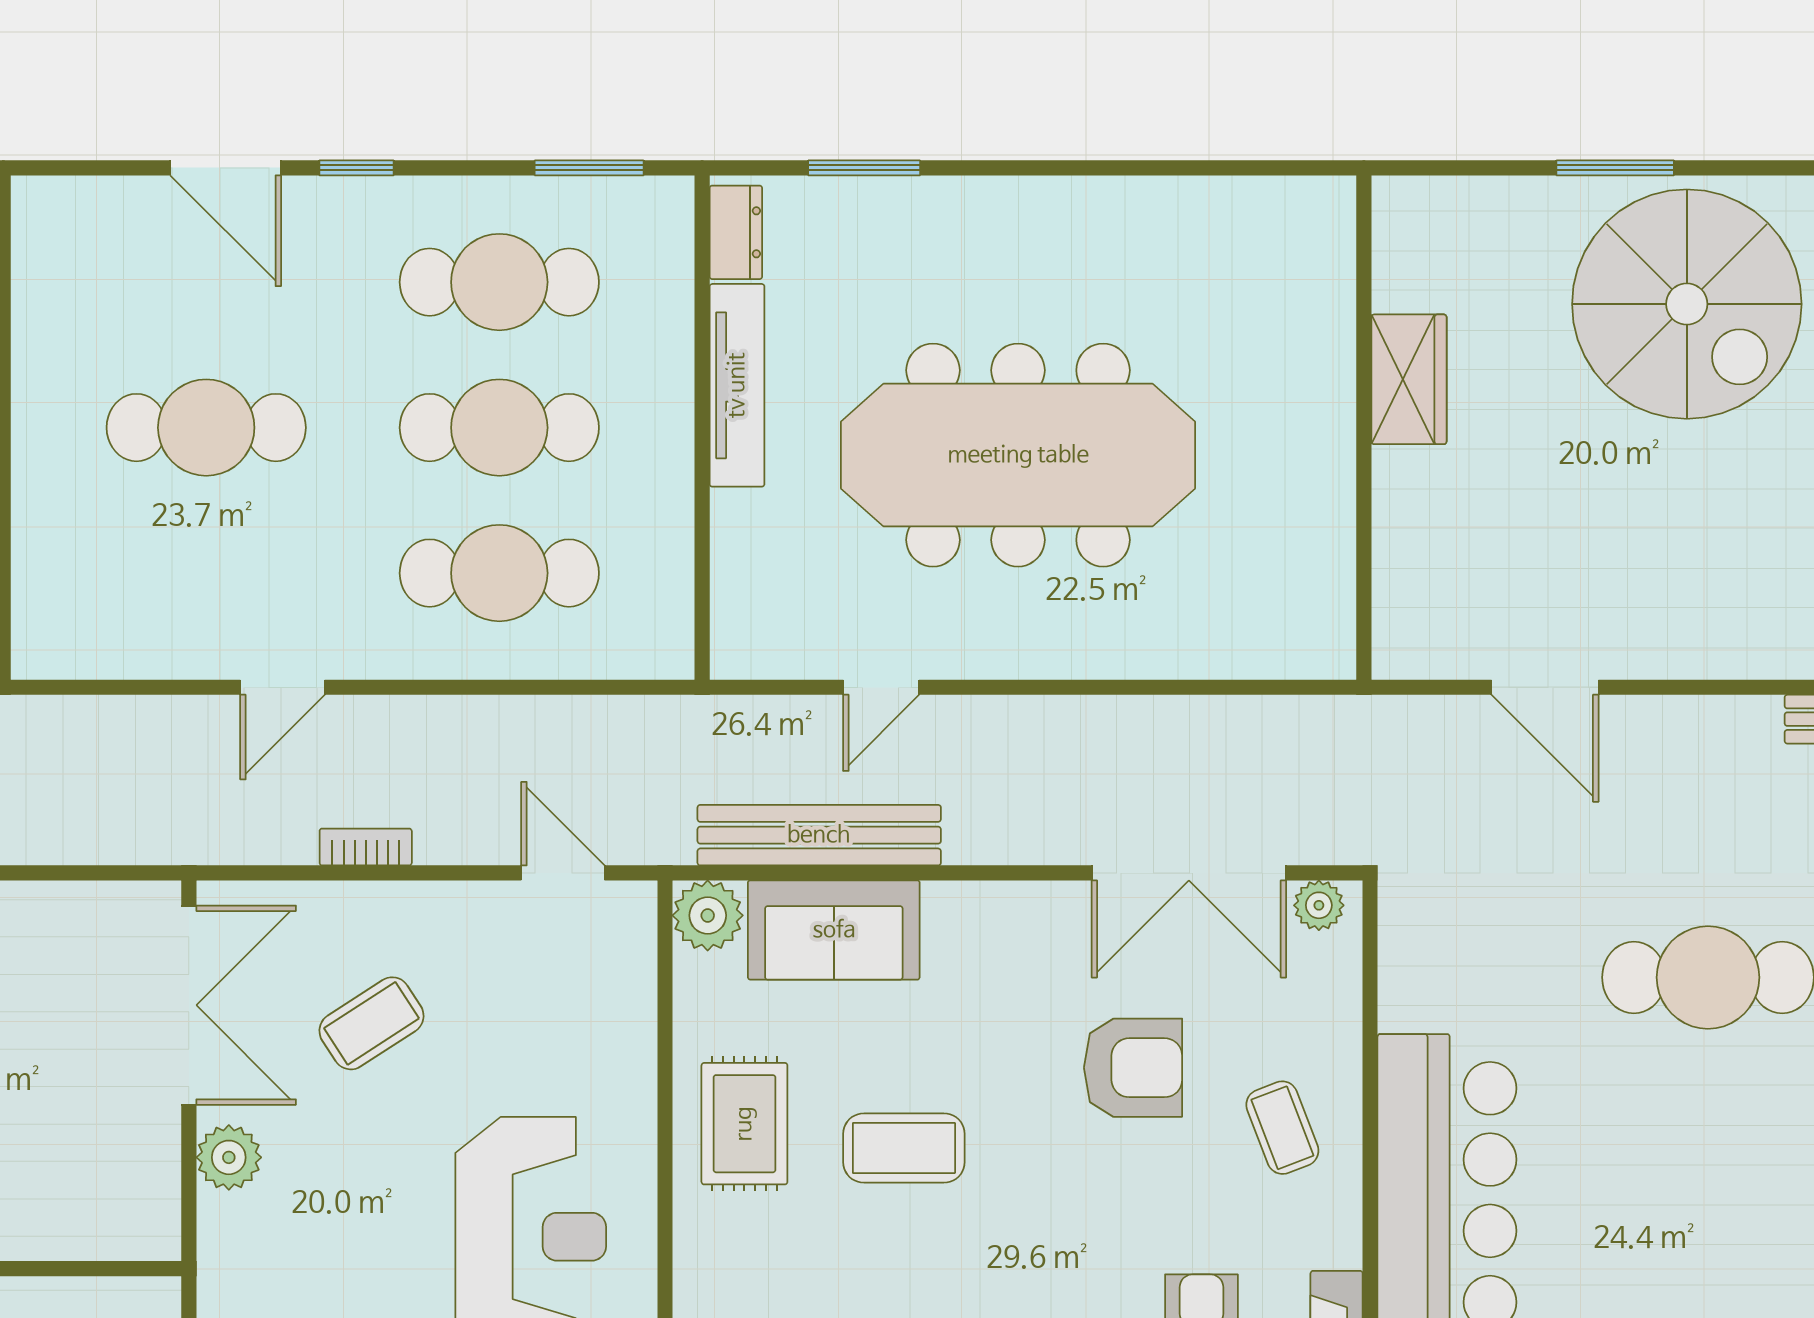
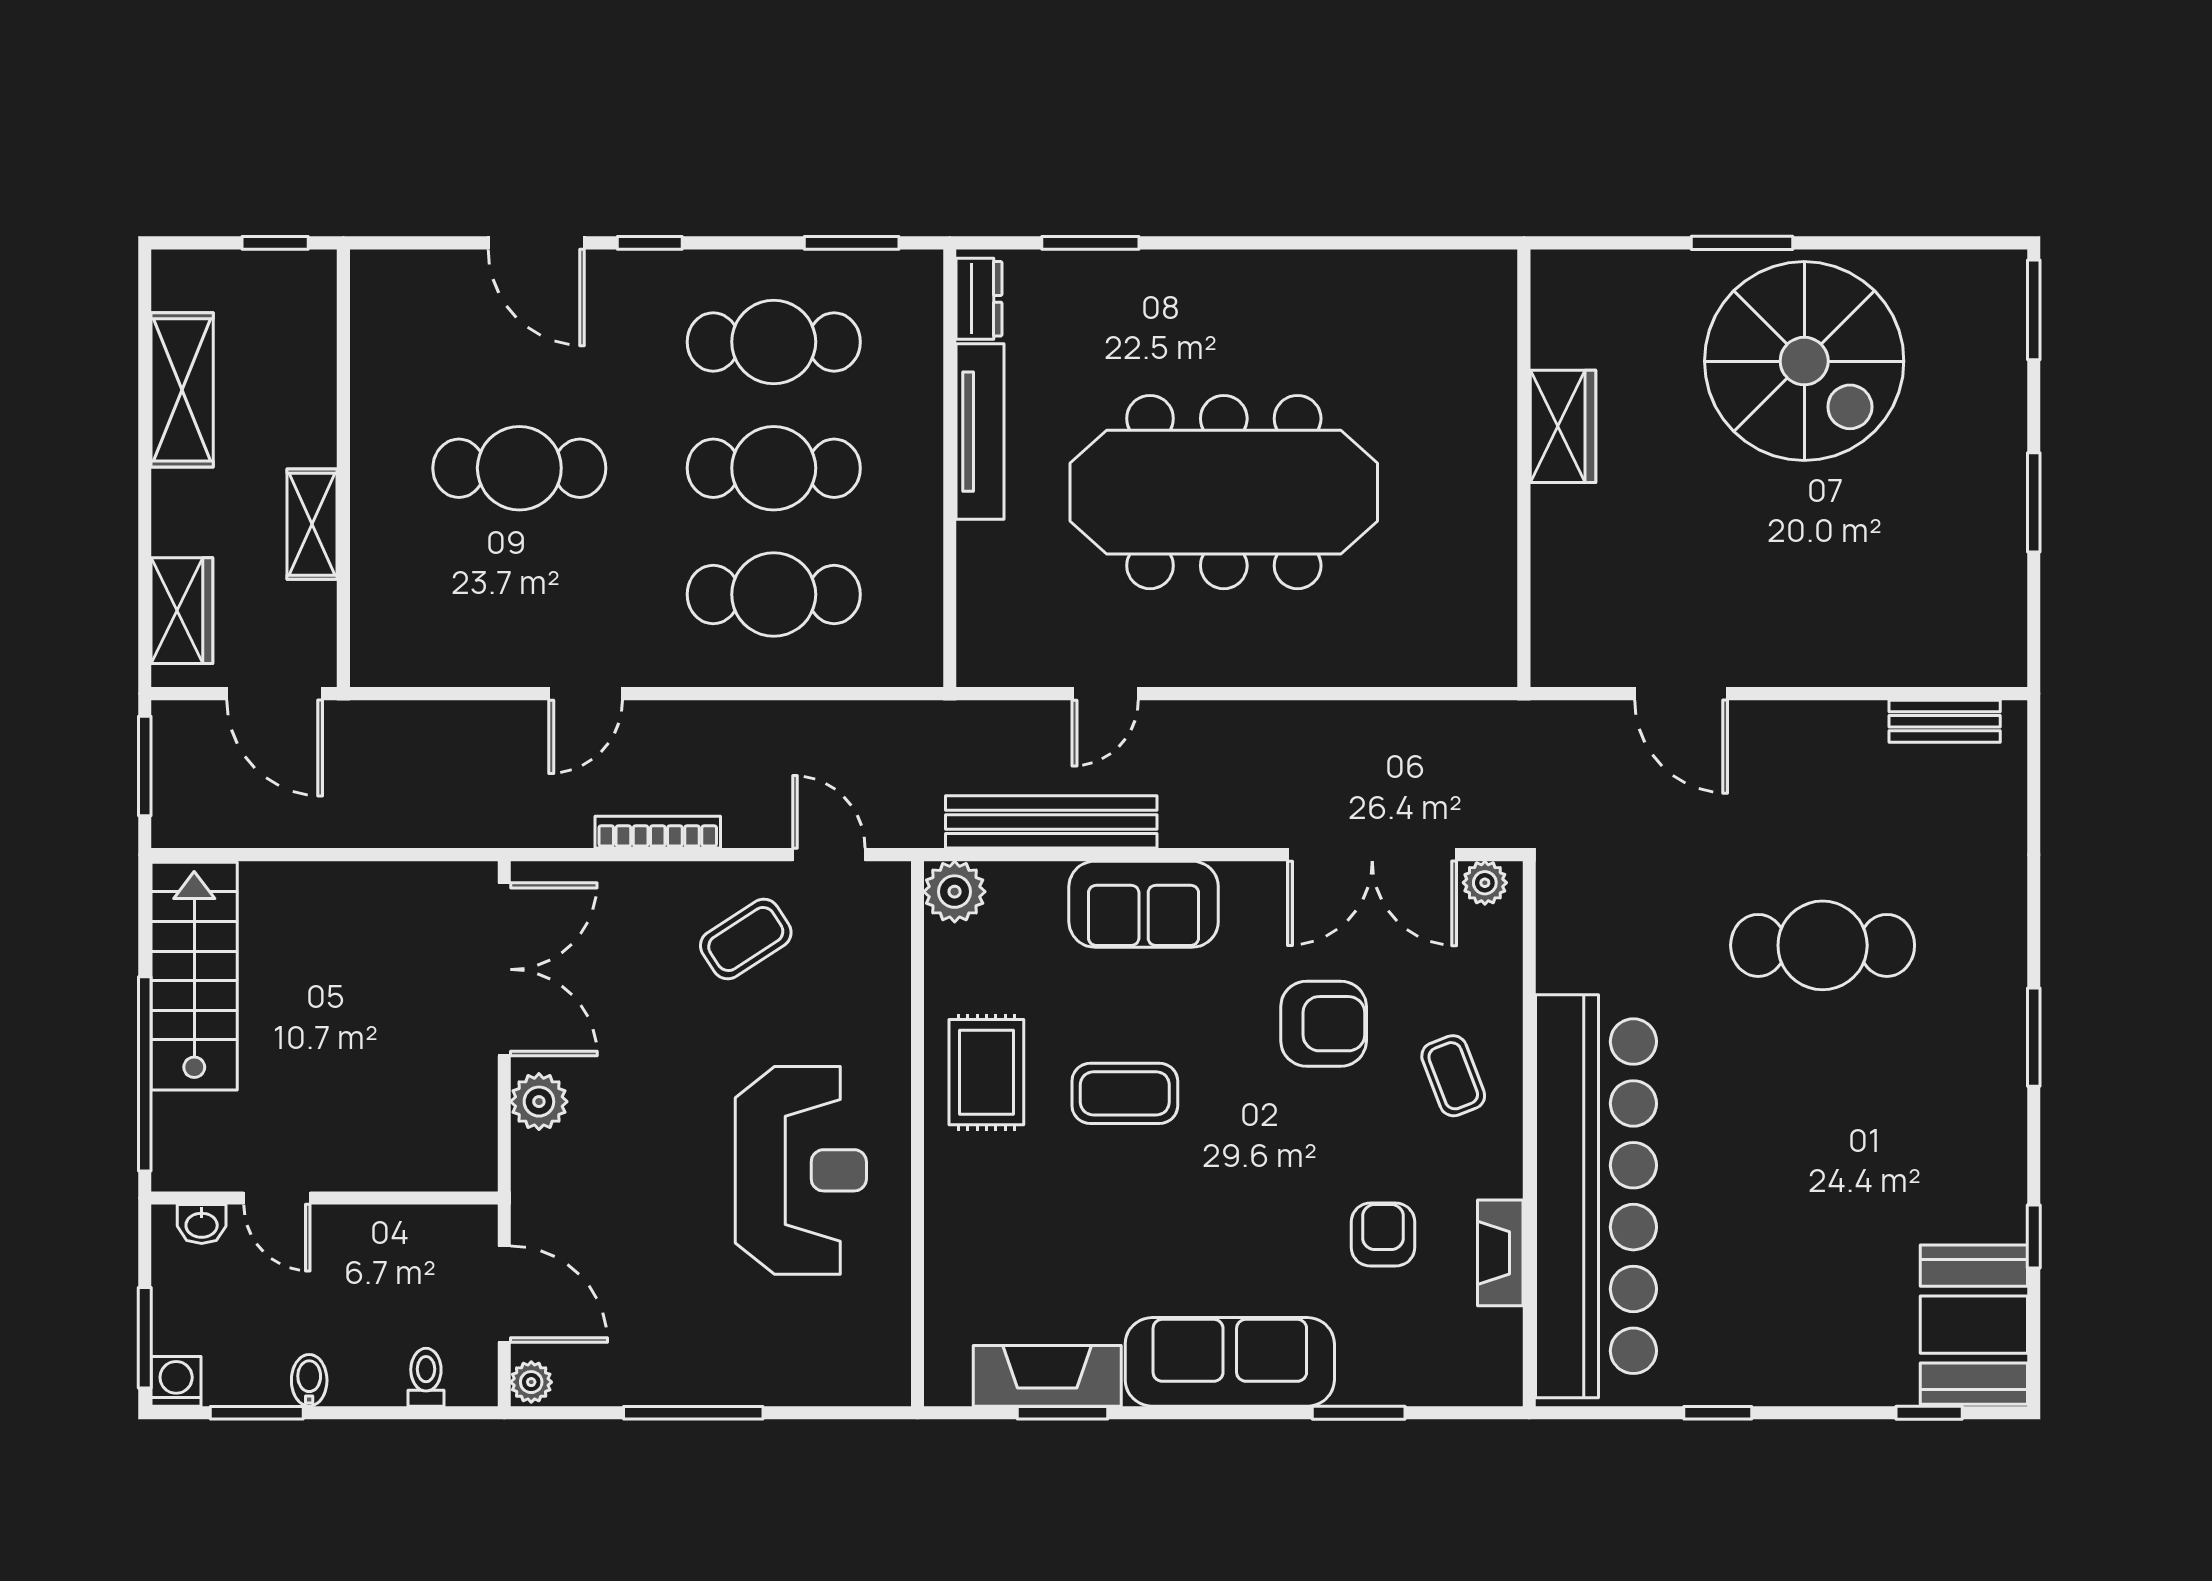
bookcase: (366, 847) -> (658, 832), width x1.56
sofa: (834, 930) -> (1144, 904), moved
coffee table: (371, 1023) -> (746, 939), moved

